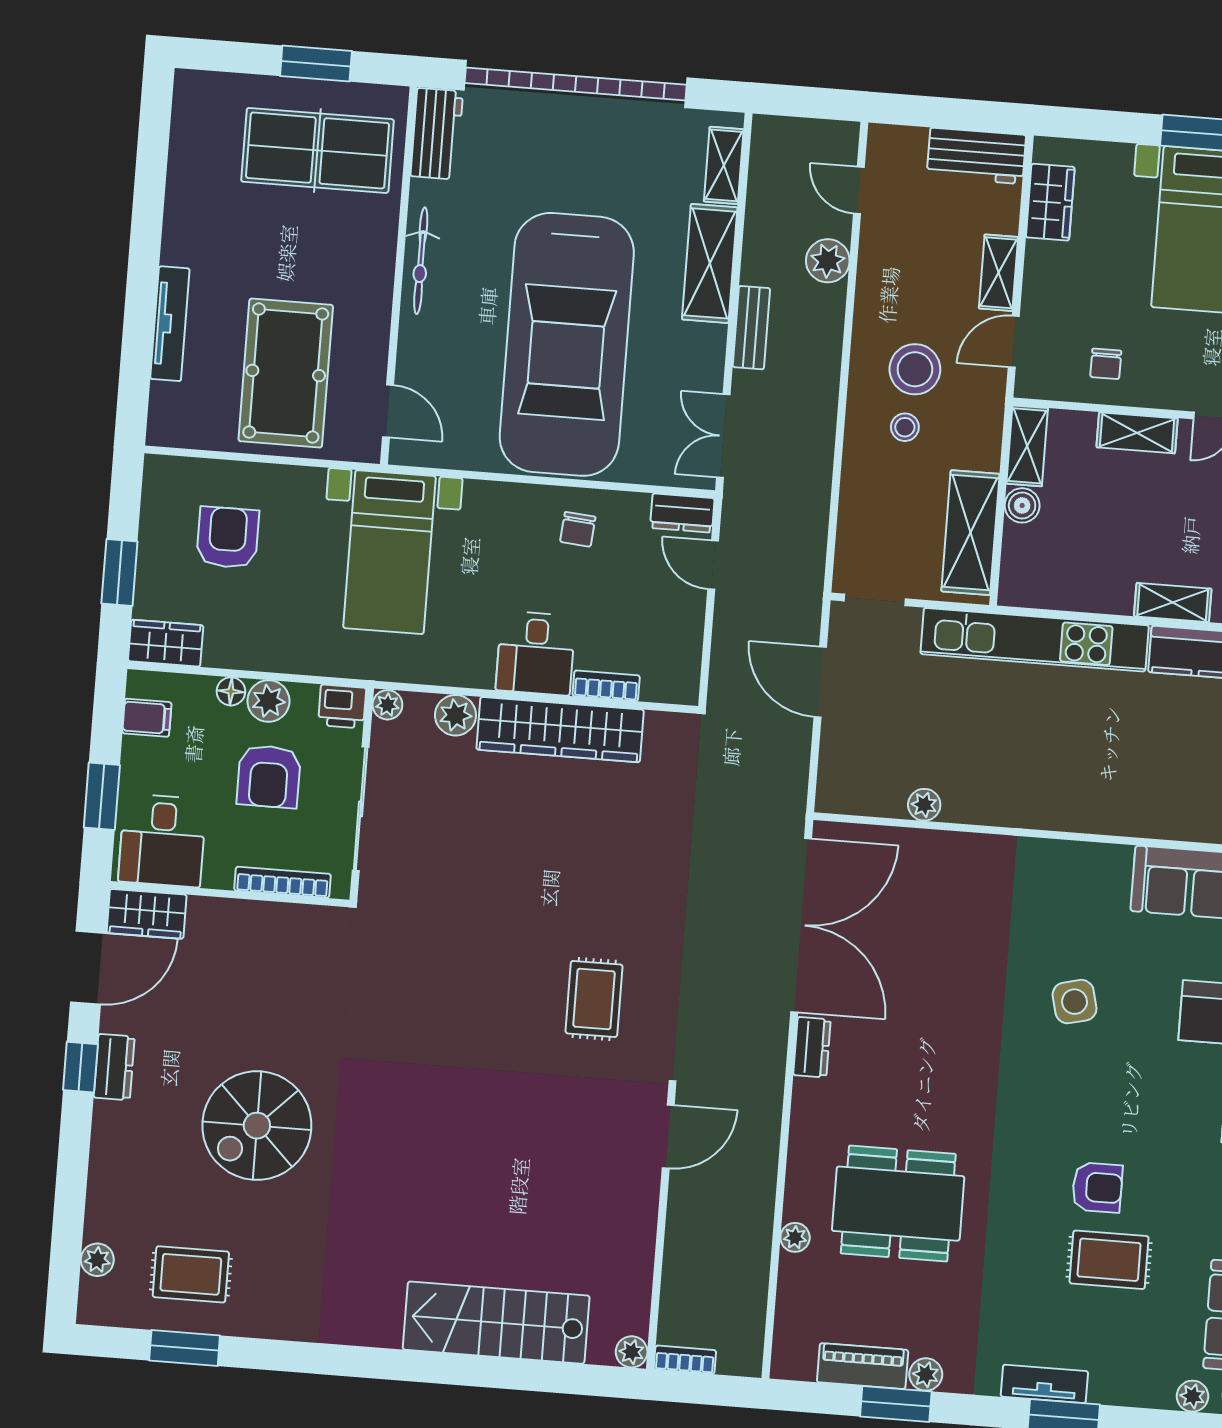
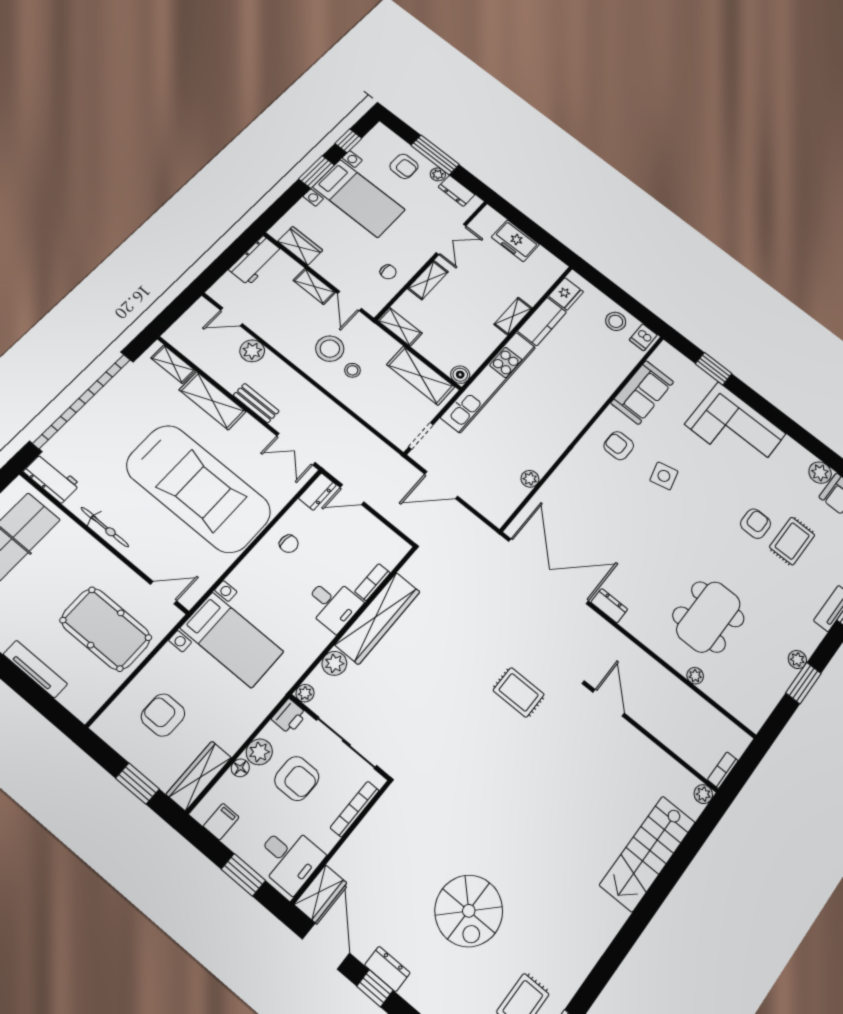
boiler: (1022, 505) -> (460, 375), moved
wardrobe: (166, 643) -> (199, 776), width x1.50
armchair: (1074, 903) -> (619, 446), added
piano: (863, 1366) -> (776, 686), removed

